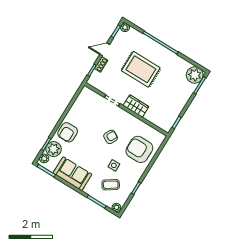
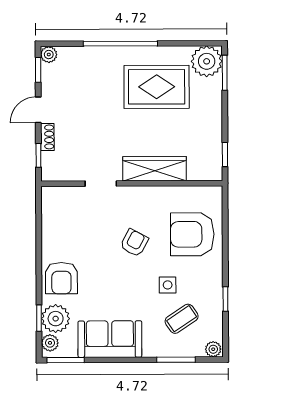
rug: (141, 69) -> (157, 87), moved
wardrobe: (136, 106) -> (155, 169), width x1.50

